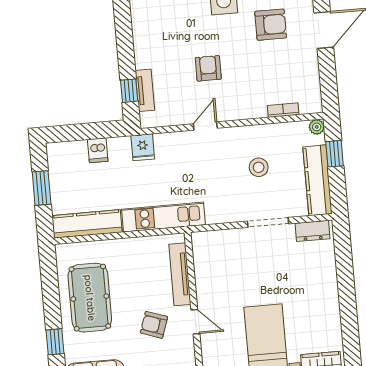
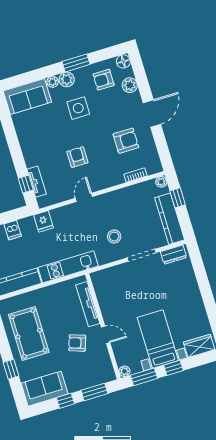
armchair: (271, 25) -> (126, 141), moved
stool: (259, 167) -> (114, 237), moved

